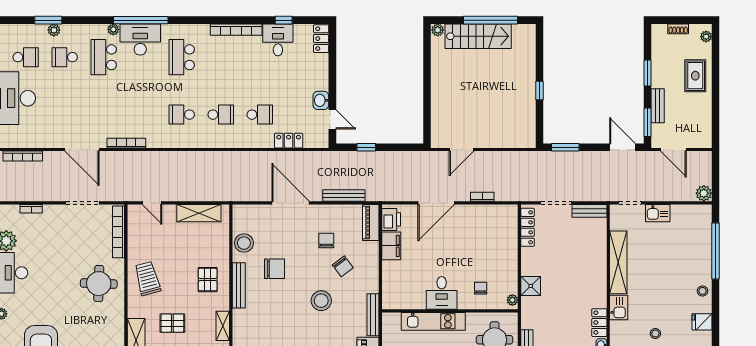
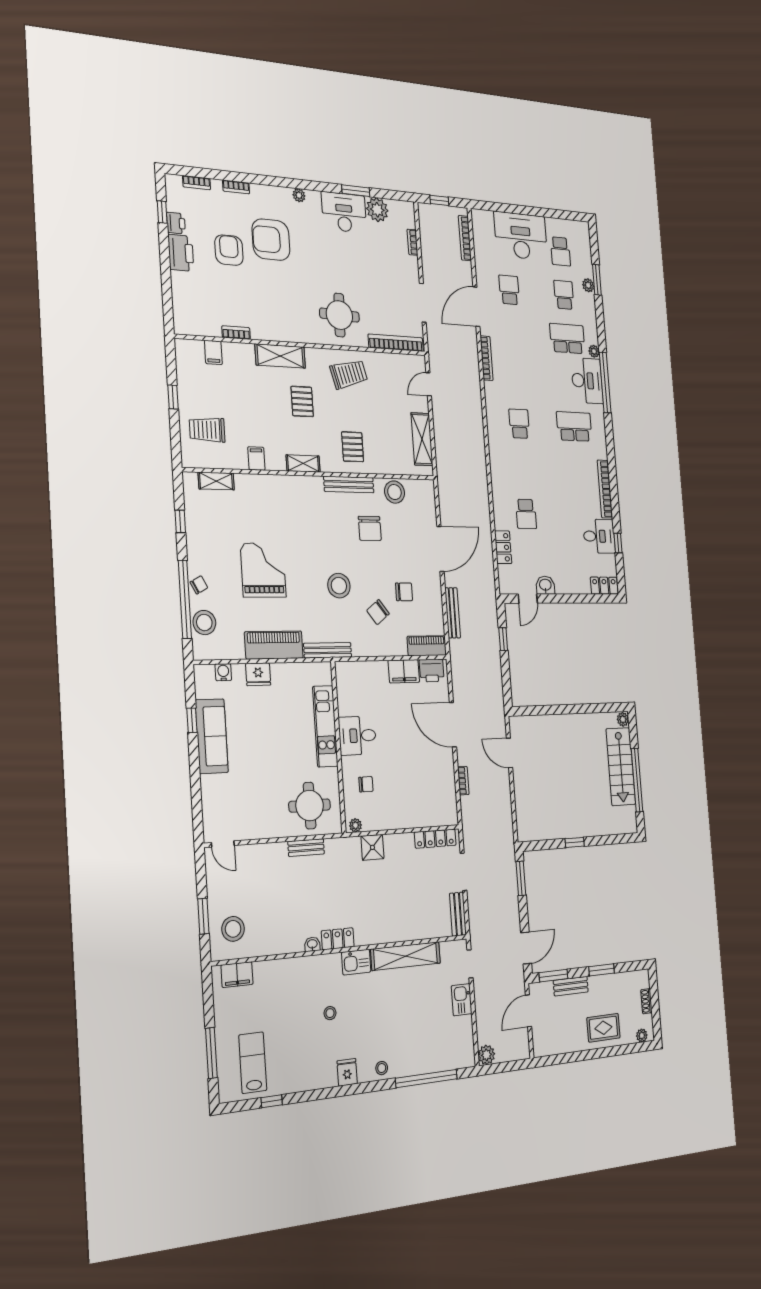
school desk: (221, 115) -> (509, 290), moved, turned 180
pallet: (208, 280) -> (353, 447), turned 90

